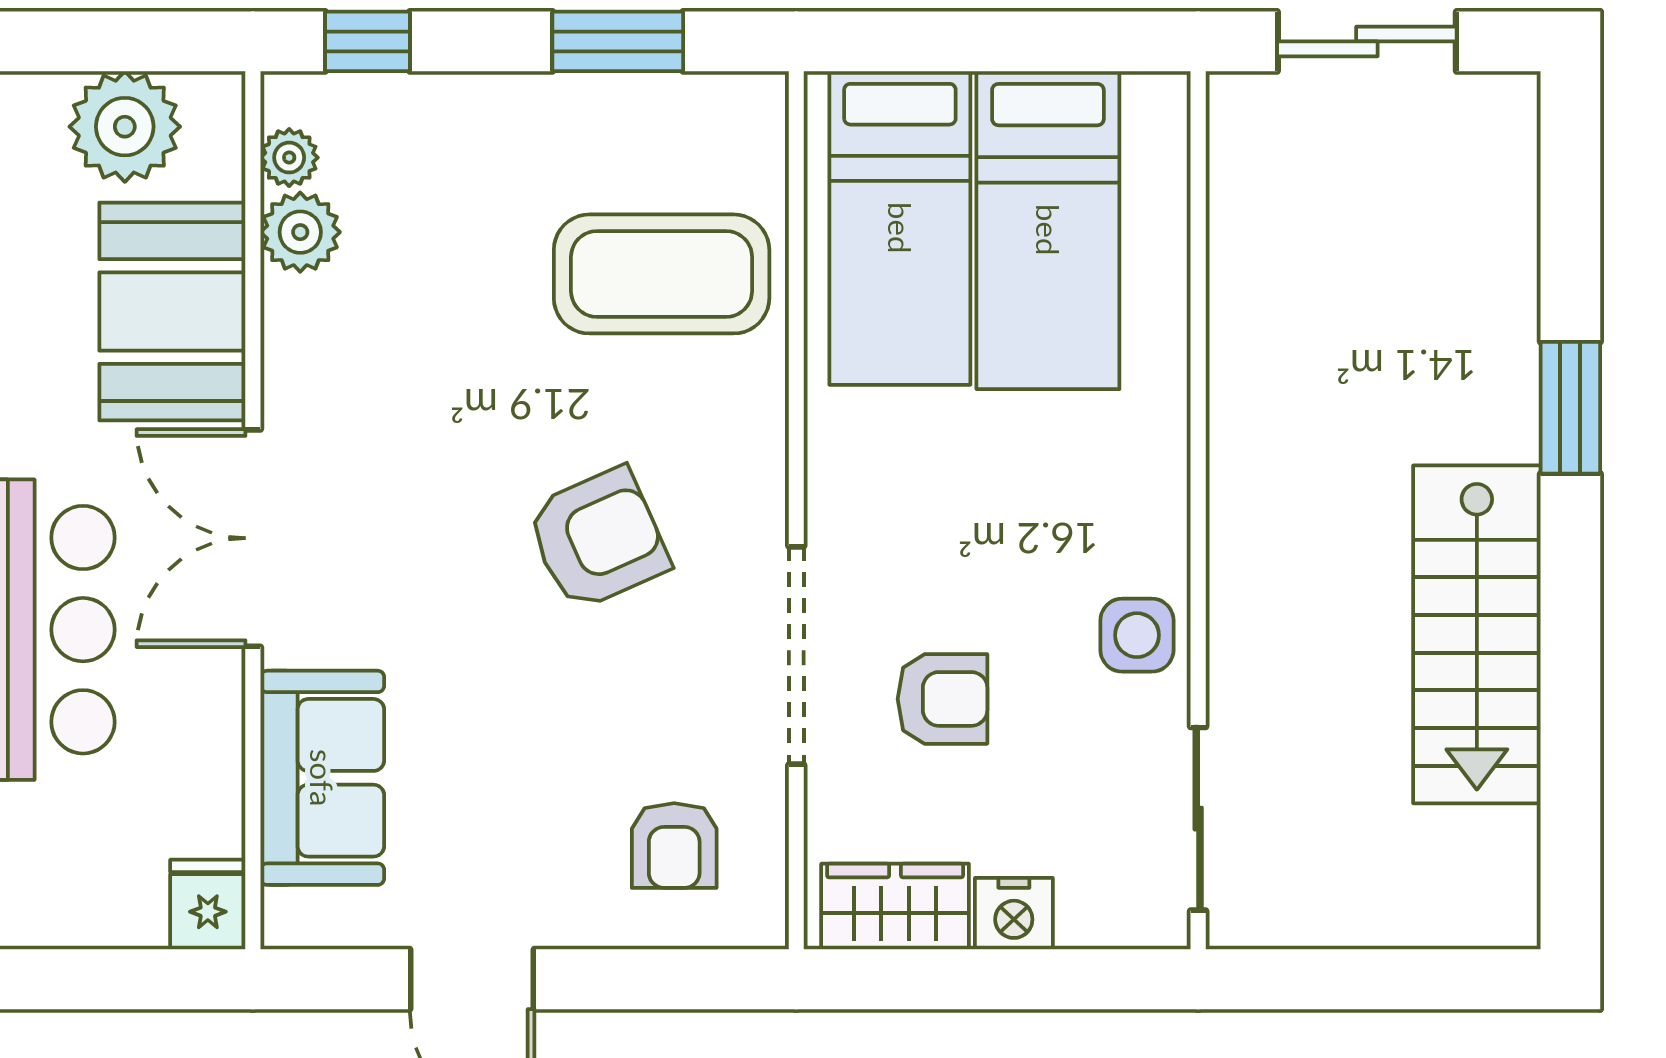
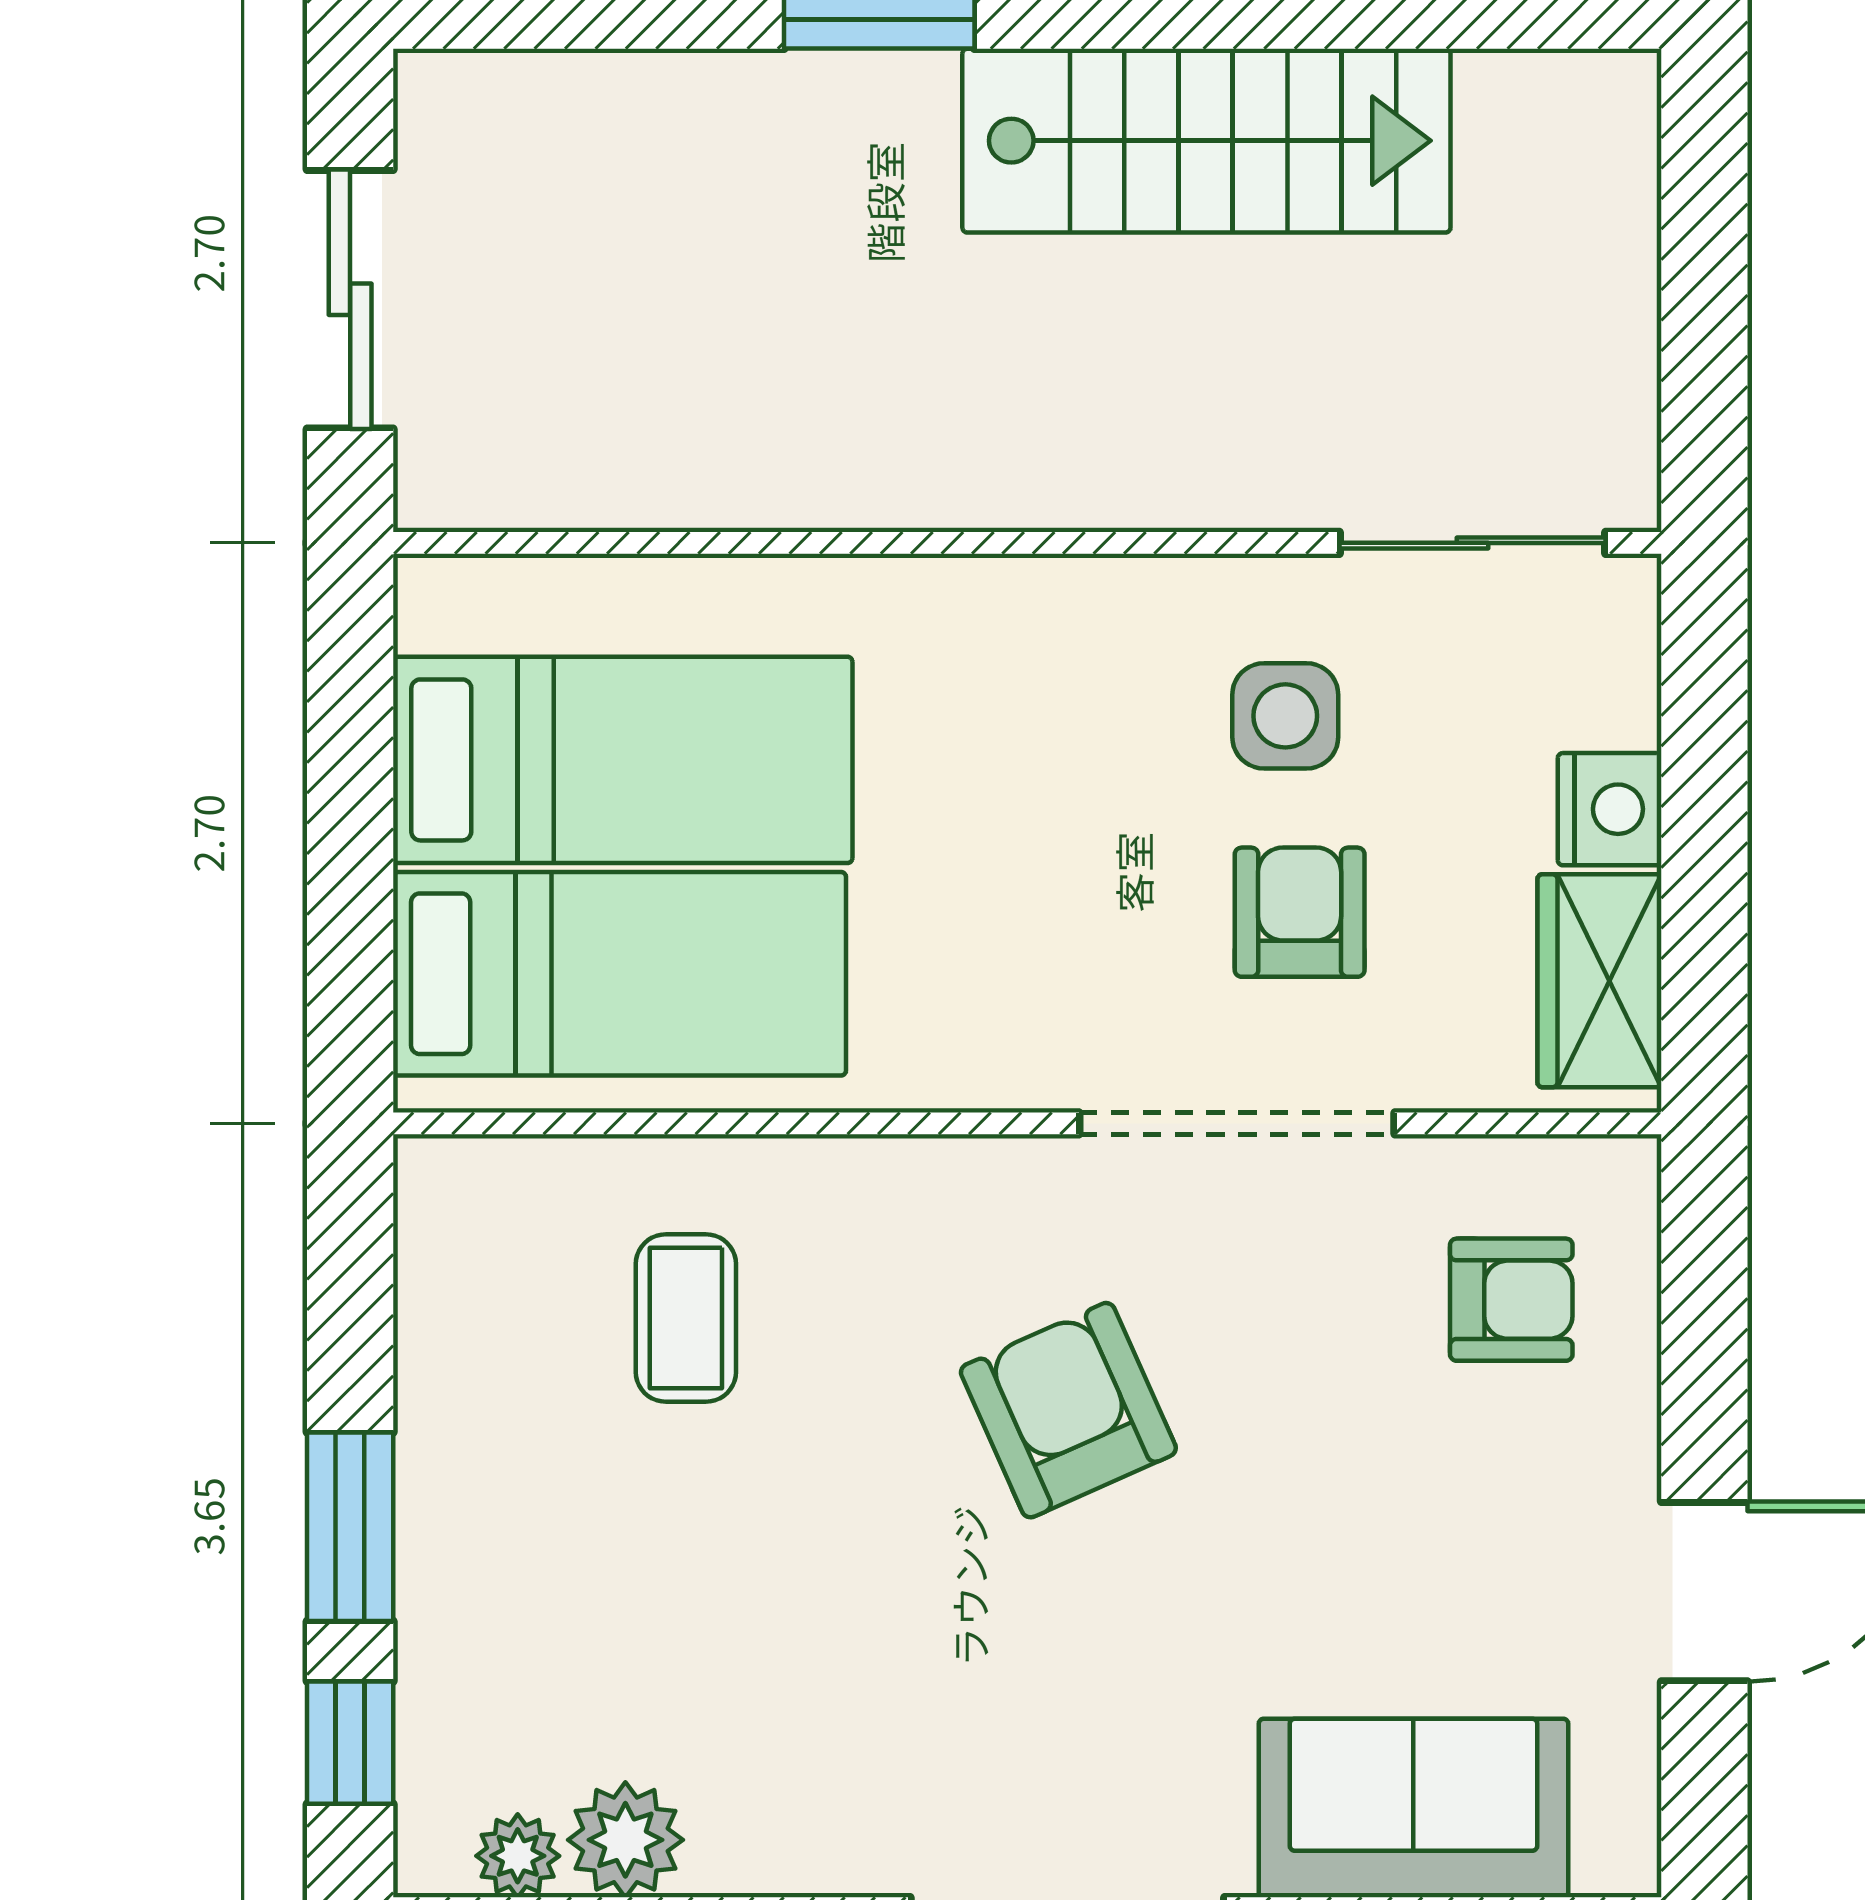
window: (618, 41) -> (350, 1527), moved
coffee table: (662, 274) -> (686, 1318), width x0.54, depth x0.58
side table: (1137, 635) -> (1285, 716), moved

